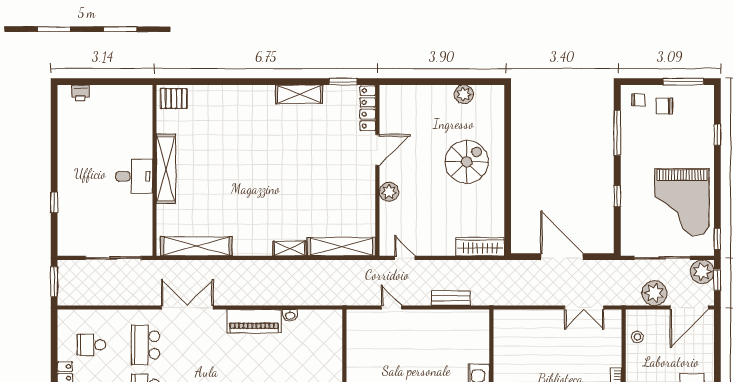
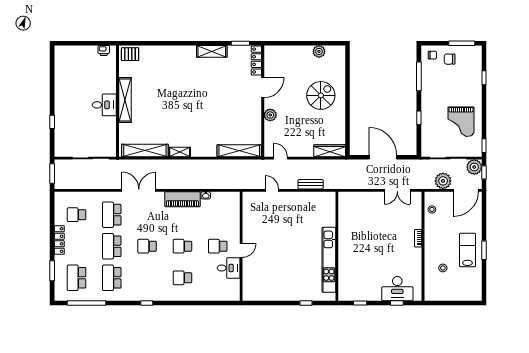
printer: (80, 93) -> (104, 50), moved
grand piano: (682, 202) -> (461, 122), width x0.73, depth x0.68
shelving: (290, 249) -> (180, 152), moved

